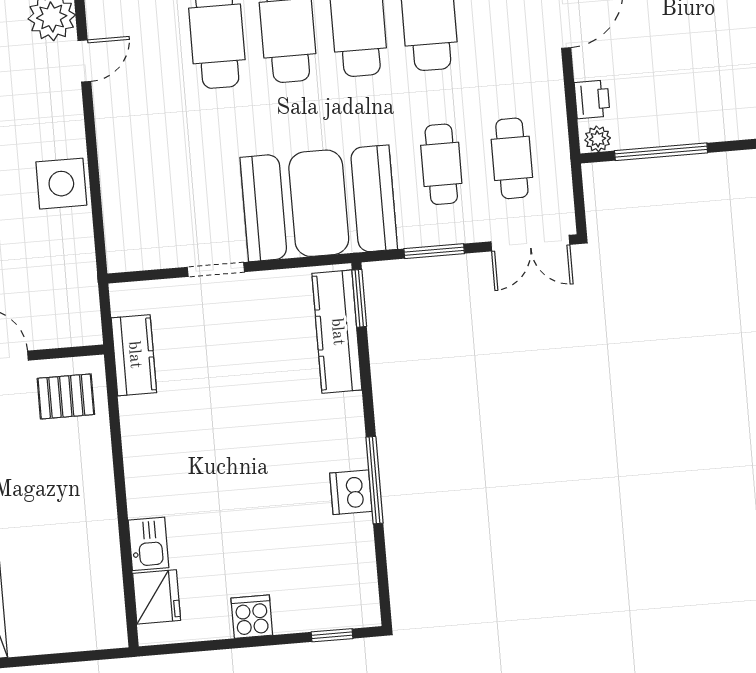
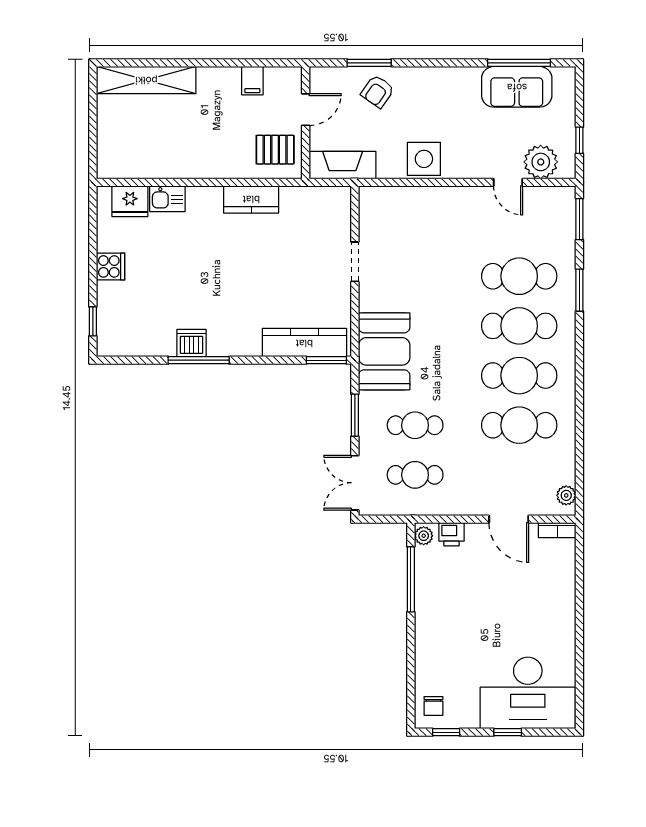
booth: (319, 203) -> (384, 351), width x0.73, depth x0.70
fireplace: (80, 299) -> (343, 165), added
kitchen counter: (134, 355) -> (251, 199), moved
pallet: (66, 396) -> (275, 150), turned 90

